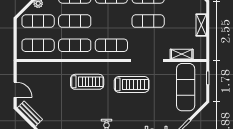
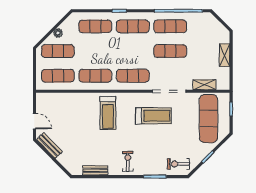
exercise mat: (75, 21) -> (95, 51), removed
treadmill: (87, 82) -> (108, 113), turned 90

